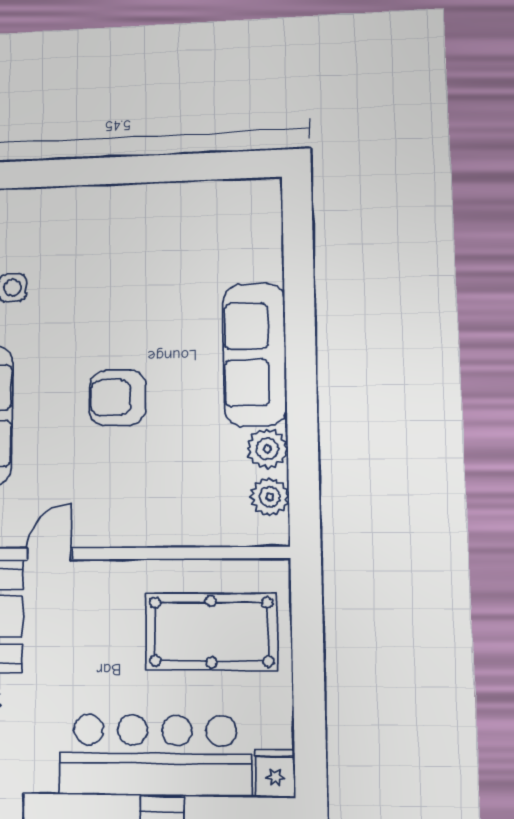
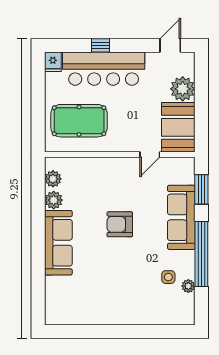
armchair: (117, 398) -> (120, 224), turned 180

